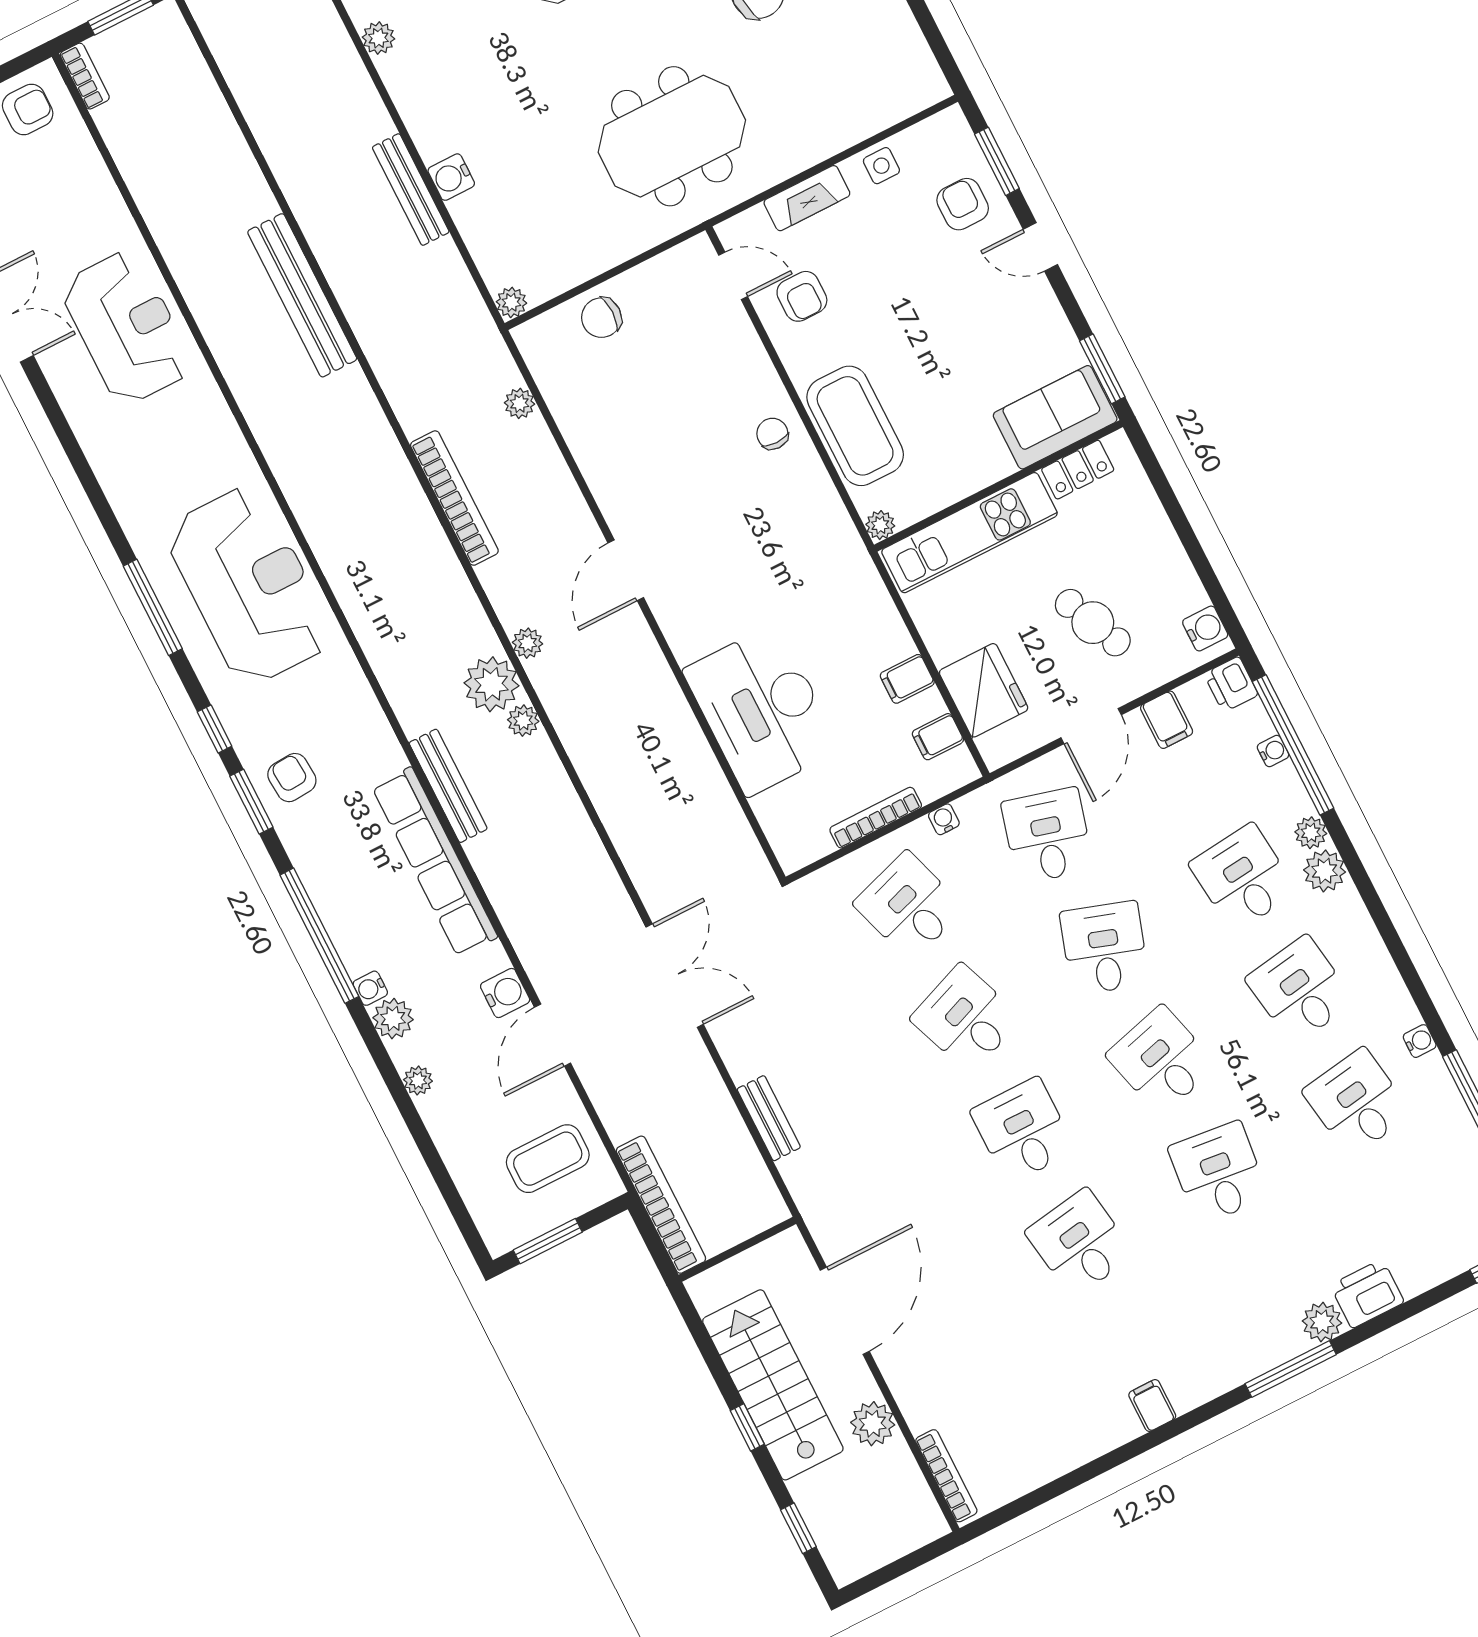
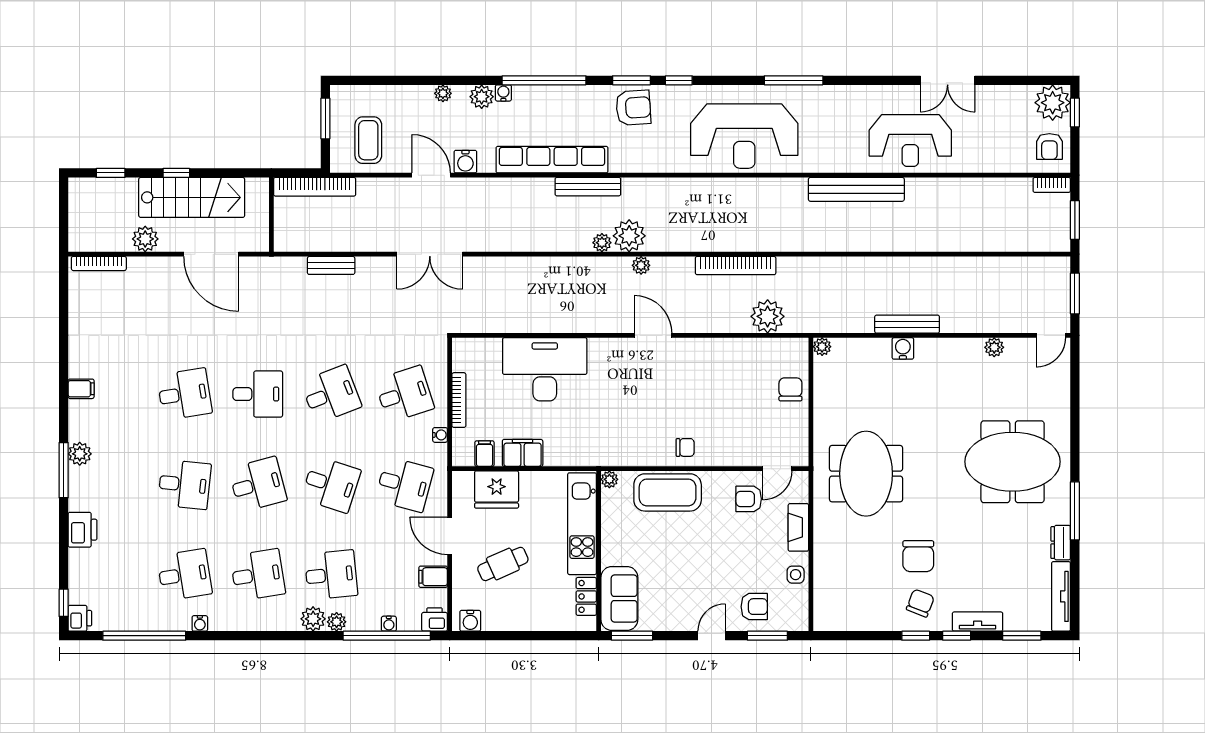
bench: (302, 295) -> (856, 189), moved
plant: (519, 403) -> (768, 316), width x1.87, depth x1.87
window: (153, 607) -> (794, 80), moved
filing cabinet: (907, 679) -> (523, 453), width x2.00
armchair: (292, 778) -> (633, 108), width x1.38, depth x1.38
plant: (1322, 1322) -> (80, 454), moved

